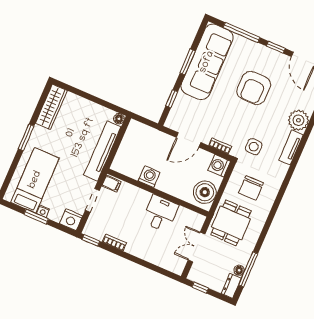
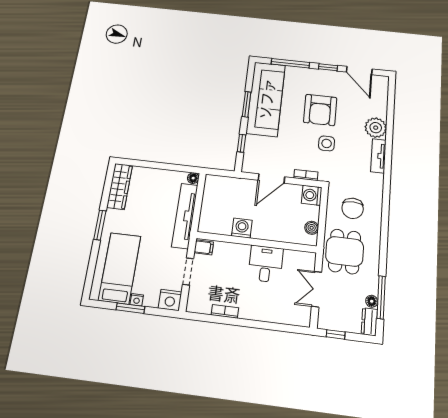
side table: (254, 147) -> (327, 143), moved
boiler: (205, 192) -> (312, 228), width x0.54, depth x0.54
window: (91, 240) -> (198, 317), removed

